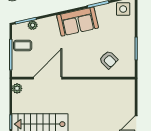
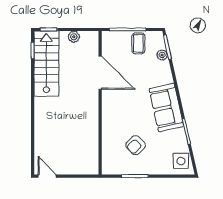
armchair: (109, 60) -> (136, 145), moved
plant: (17, 88) -> (74, 37), moved

